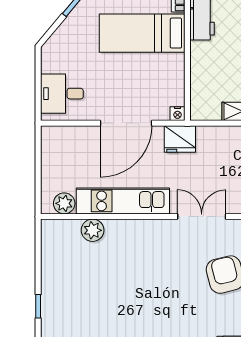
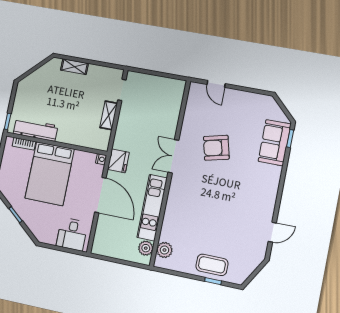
bed: (142, 33) -> (50, 174), width x1.50
plant: (93, 230) -> (164, 250), moved
coffee table: (60, 300) -> (212, 265), added

